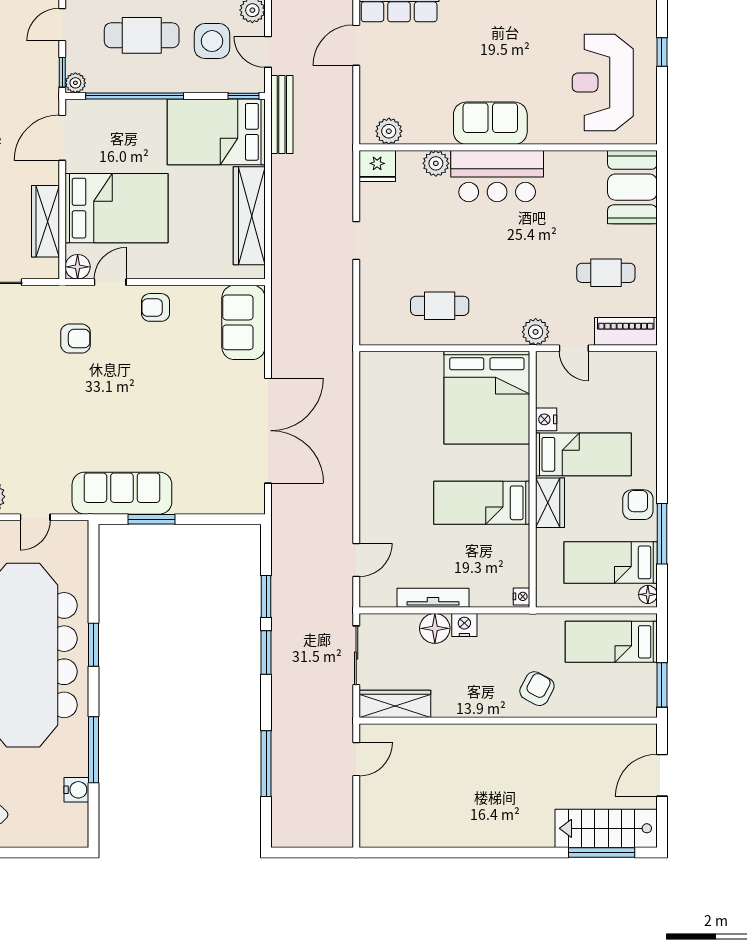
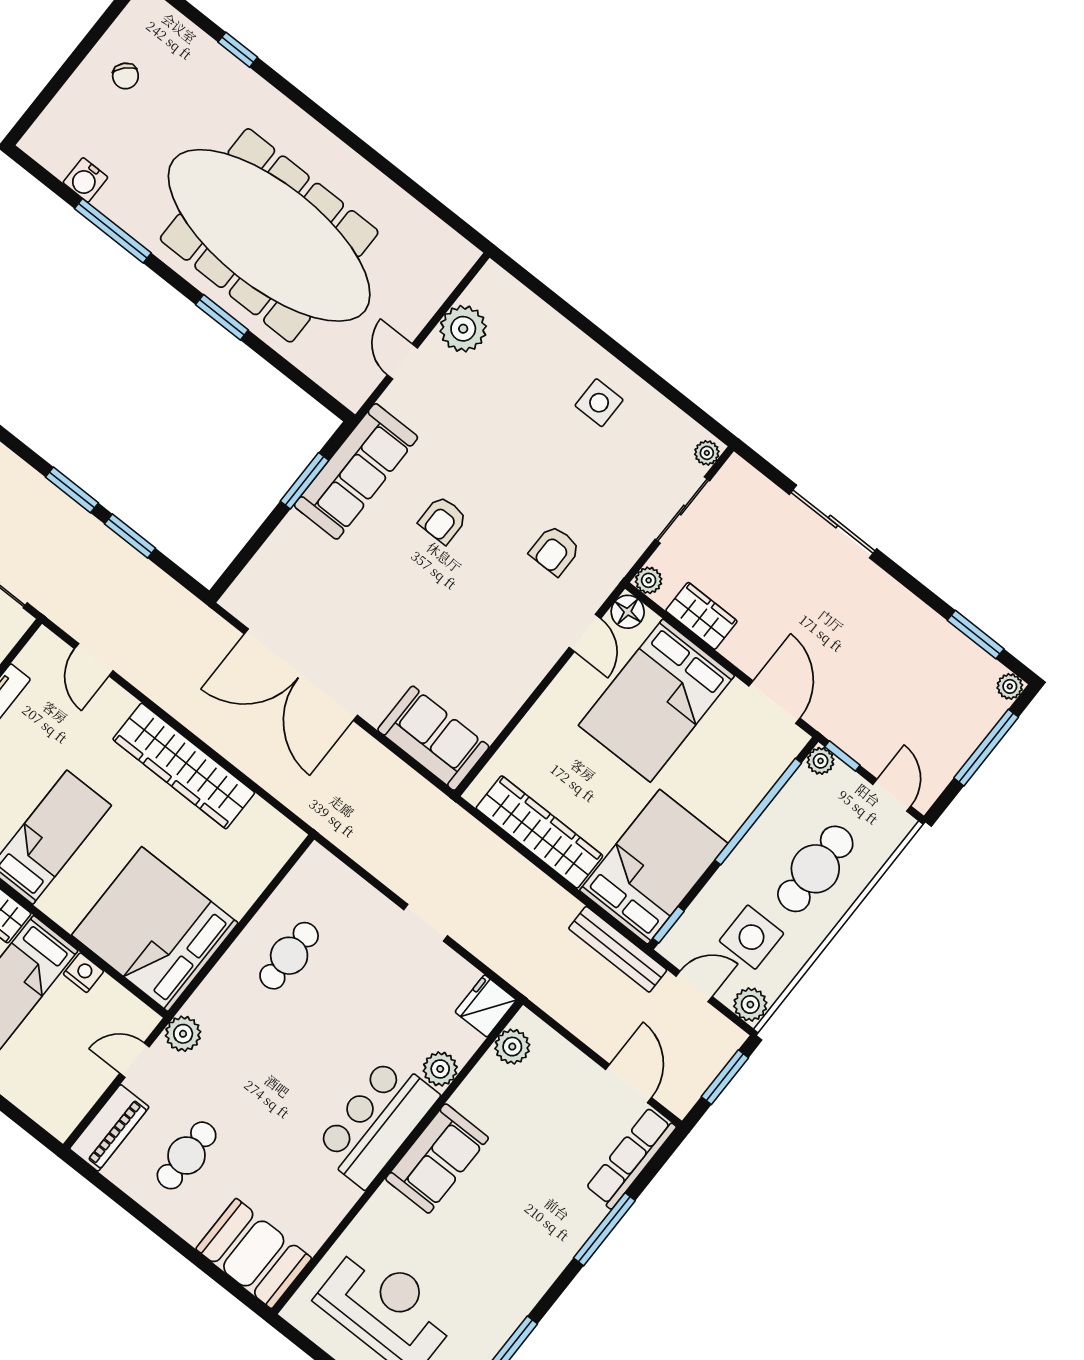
wardrobe: (45, 221) -> (701, 616), width x0.67
plant: (49, 269) -> (649, 580), added
armchair: (155, 307) -> (443, 520), moved, turned 180
wardrobe: (377, 457) -> (184, 766), added

